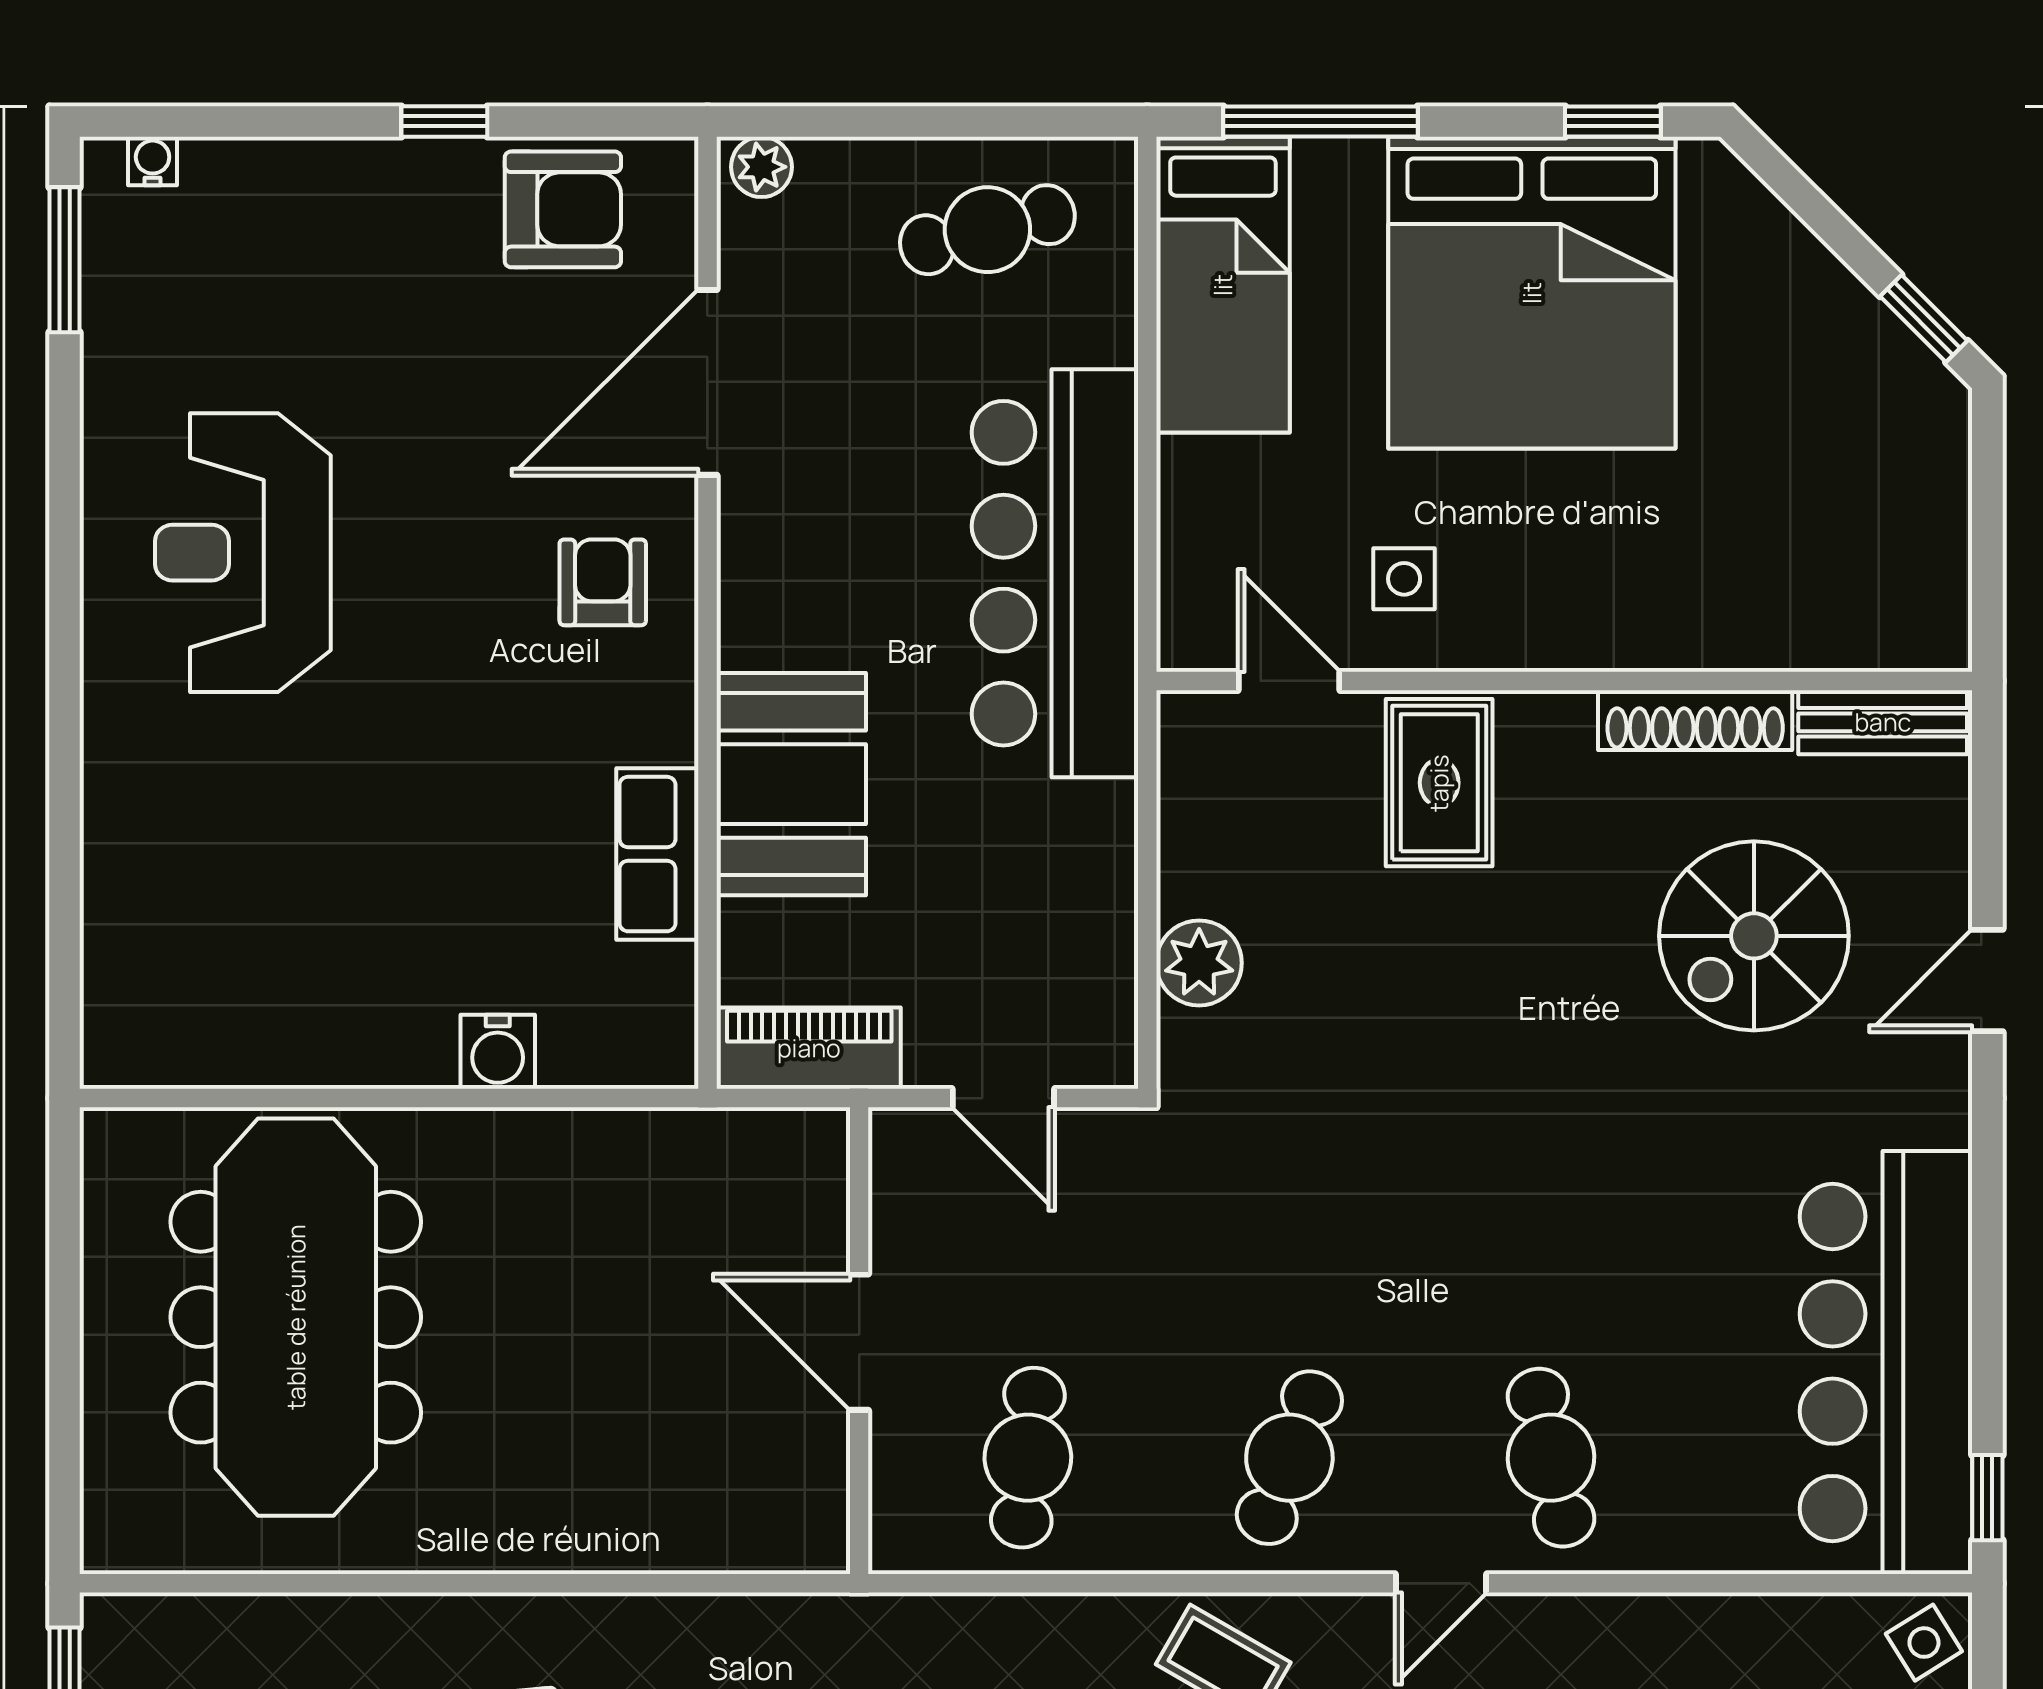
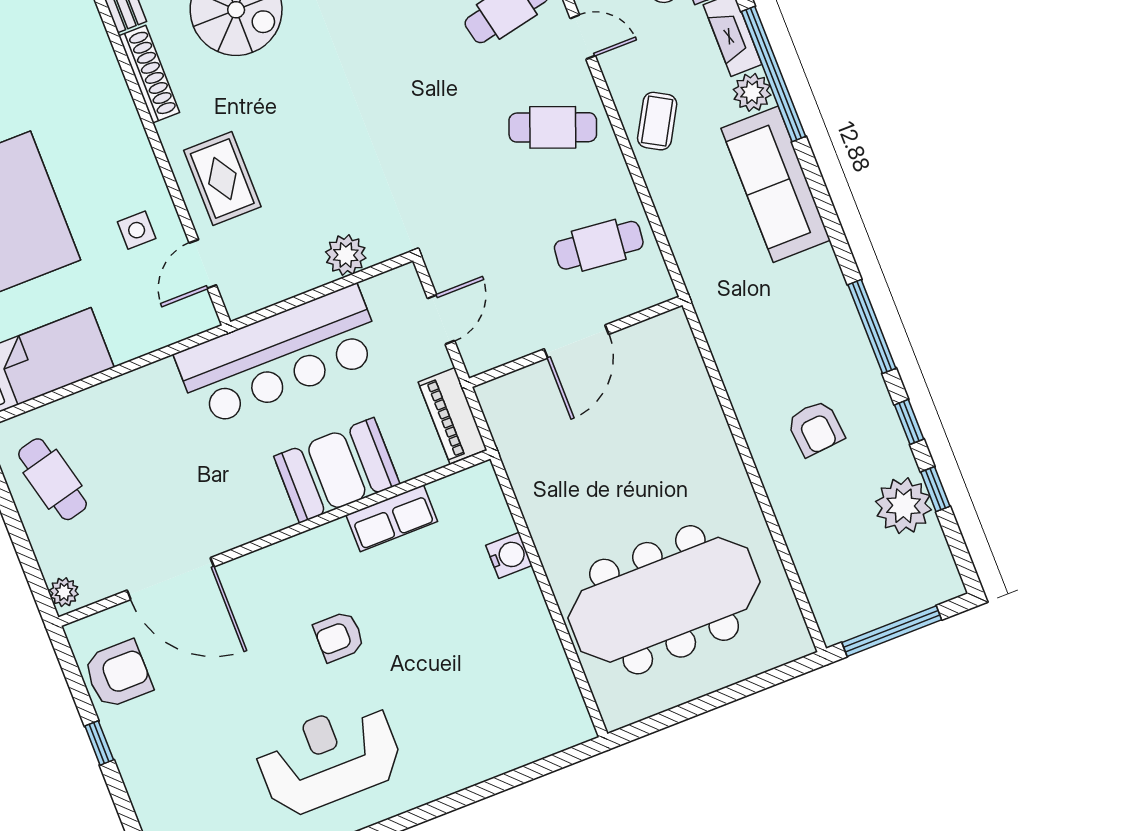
armchair: (563, 209) -> (118, 674), turned 90
reception desk: (243, 553) -> (329, 758), turned 180
bar counter: (1055, 573) -> (279, 356), moved
armchair: (603, 582) -> (339, 637), moved
rug: (1439, 783) -> (222, 179), turned 90

